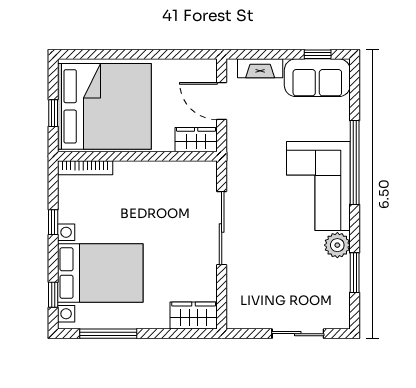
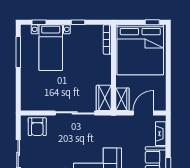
window: (53, 113) -> (152, 22), moved
bed with nightstands: (100, 273) -> (51, 48), width x0.73
armchair: (247, 298) -> (37, 127), added
wardrobe: (194, 316) -> (104, 98), moved, turned 180

